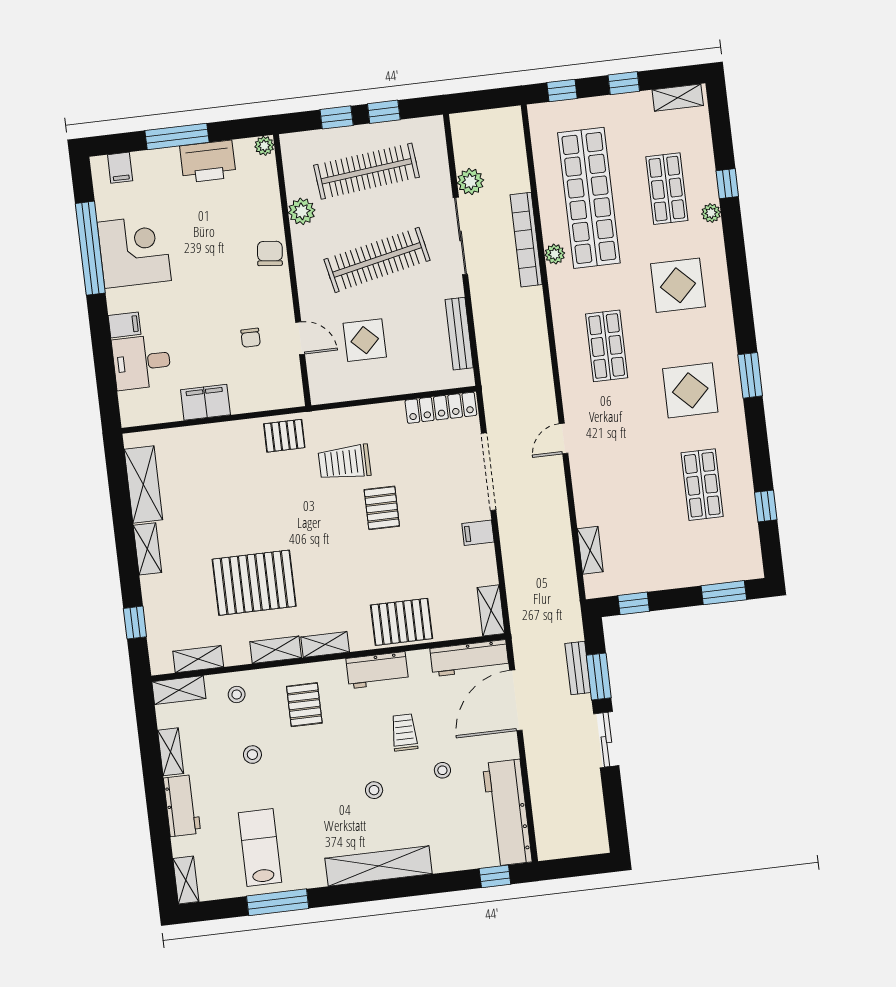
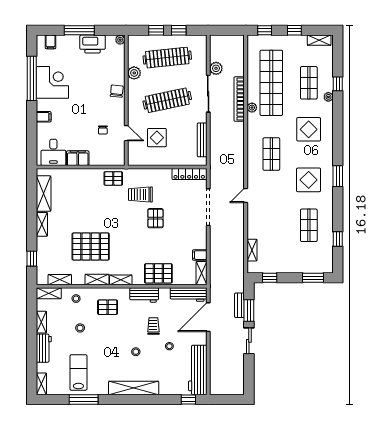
desk: (142, 362) -> (53, 152), moved, turned -90
filing cabinet: (478, 533) -> (200, 255), moved
pallet: (304, 705) -> (108, 307), turned 90

